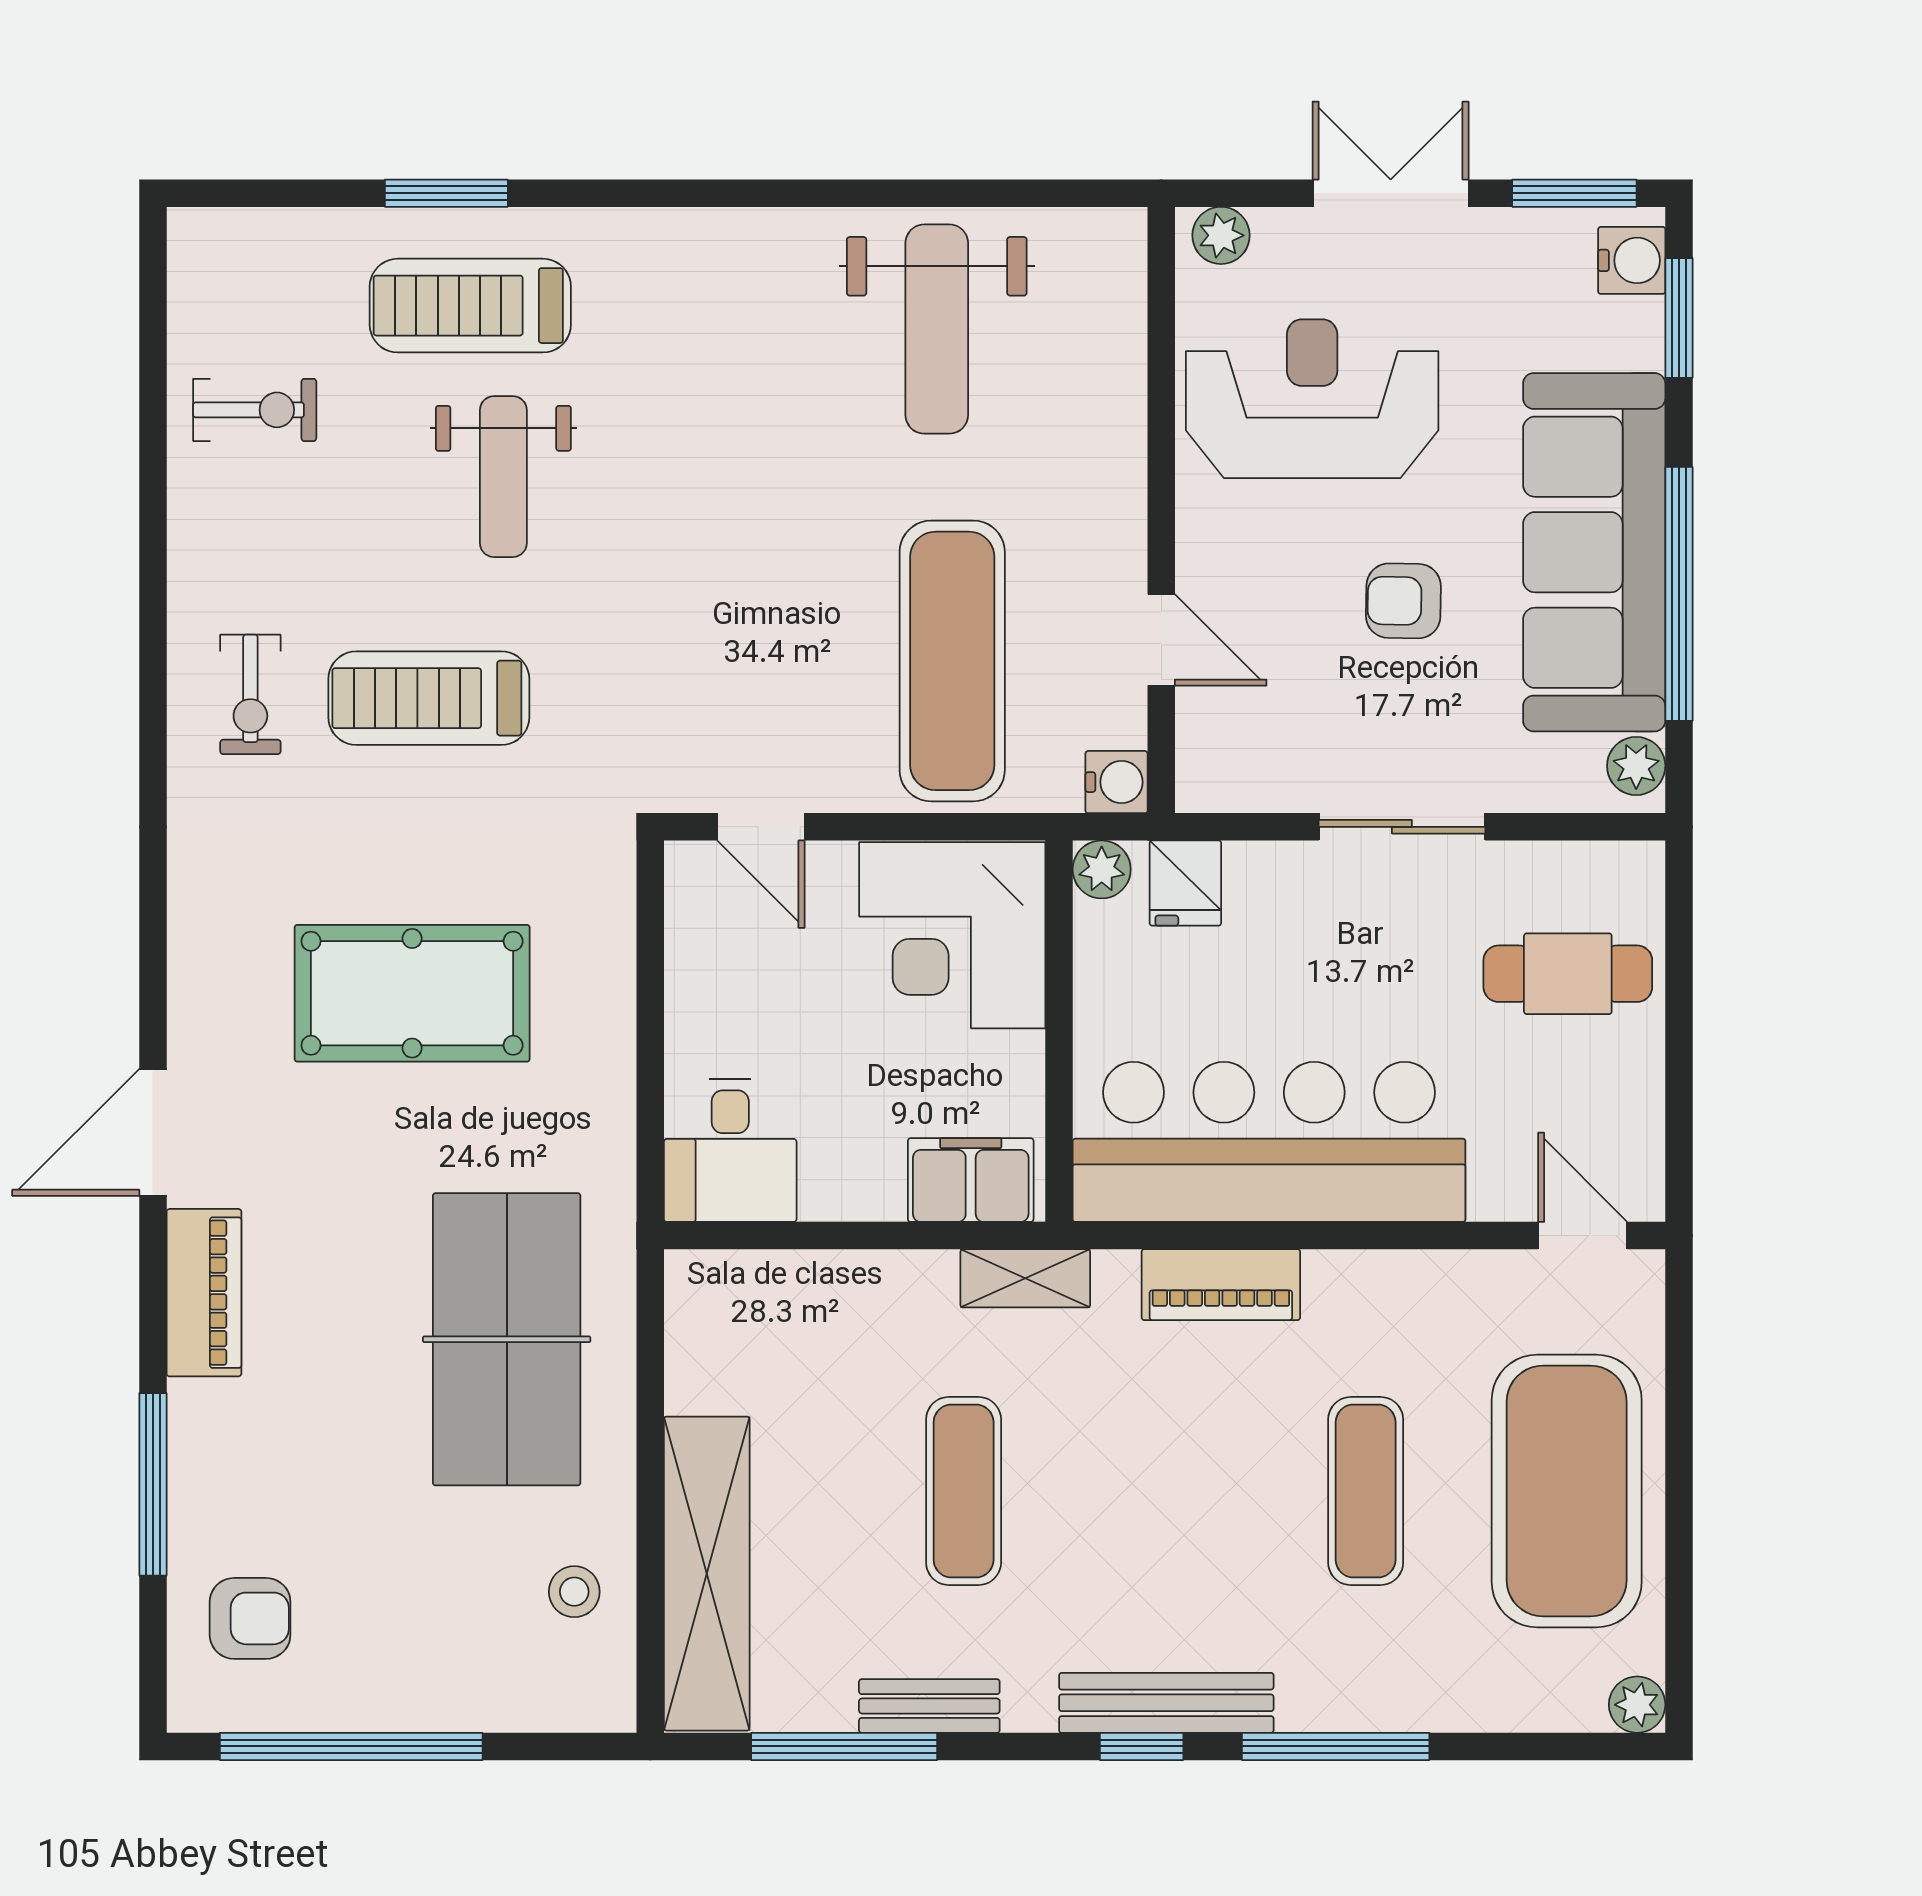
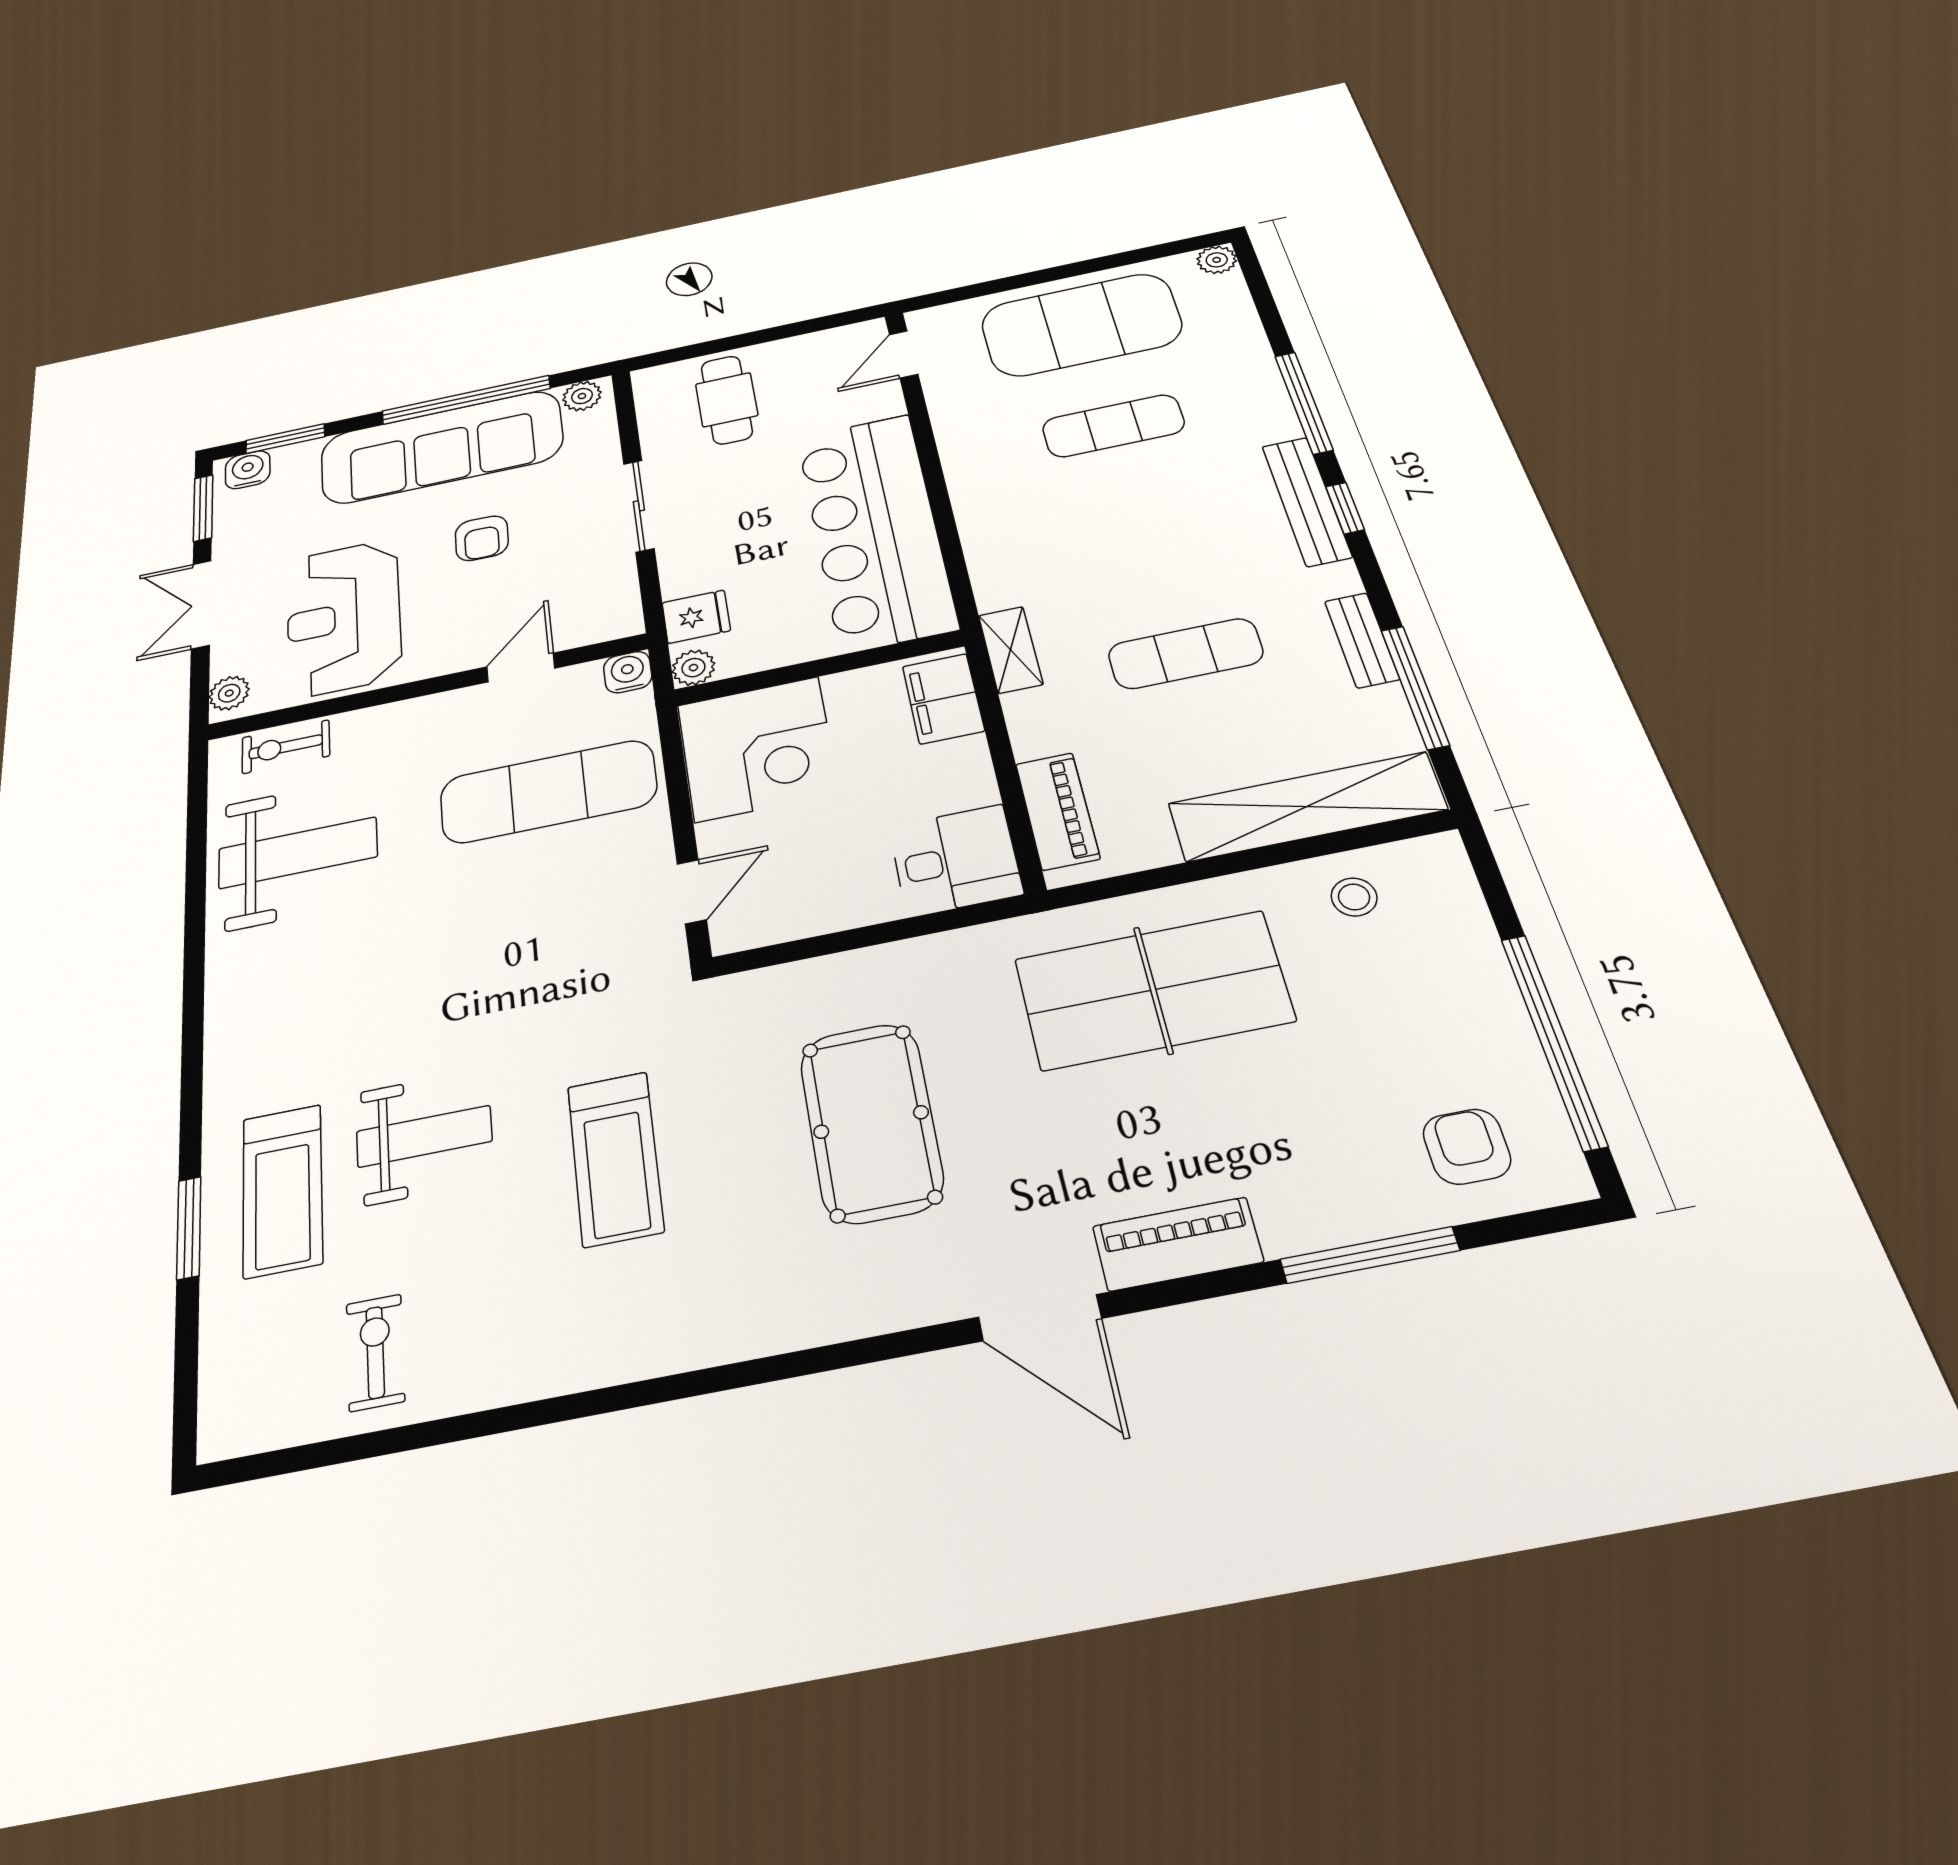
exercise bike: (250, 694) -> (286, 747), moved, turned 180
piano: (1221, 1285) -> (1057, 811), moved

